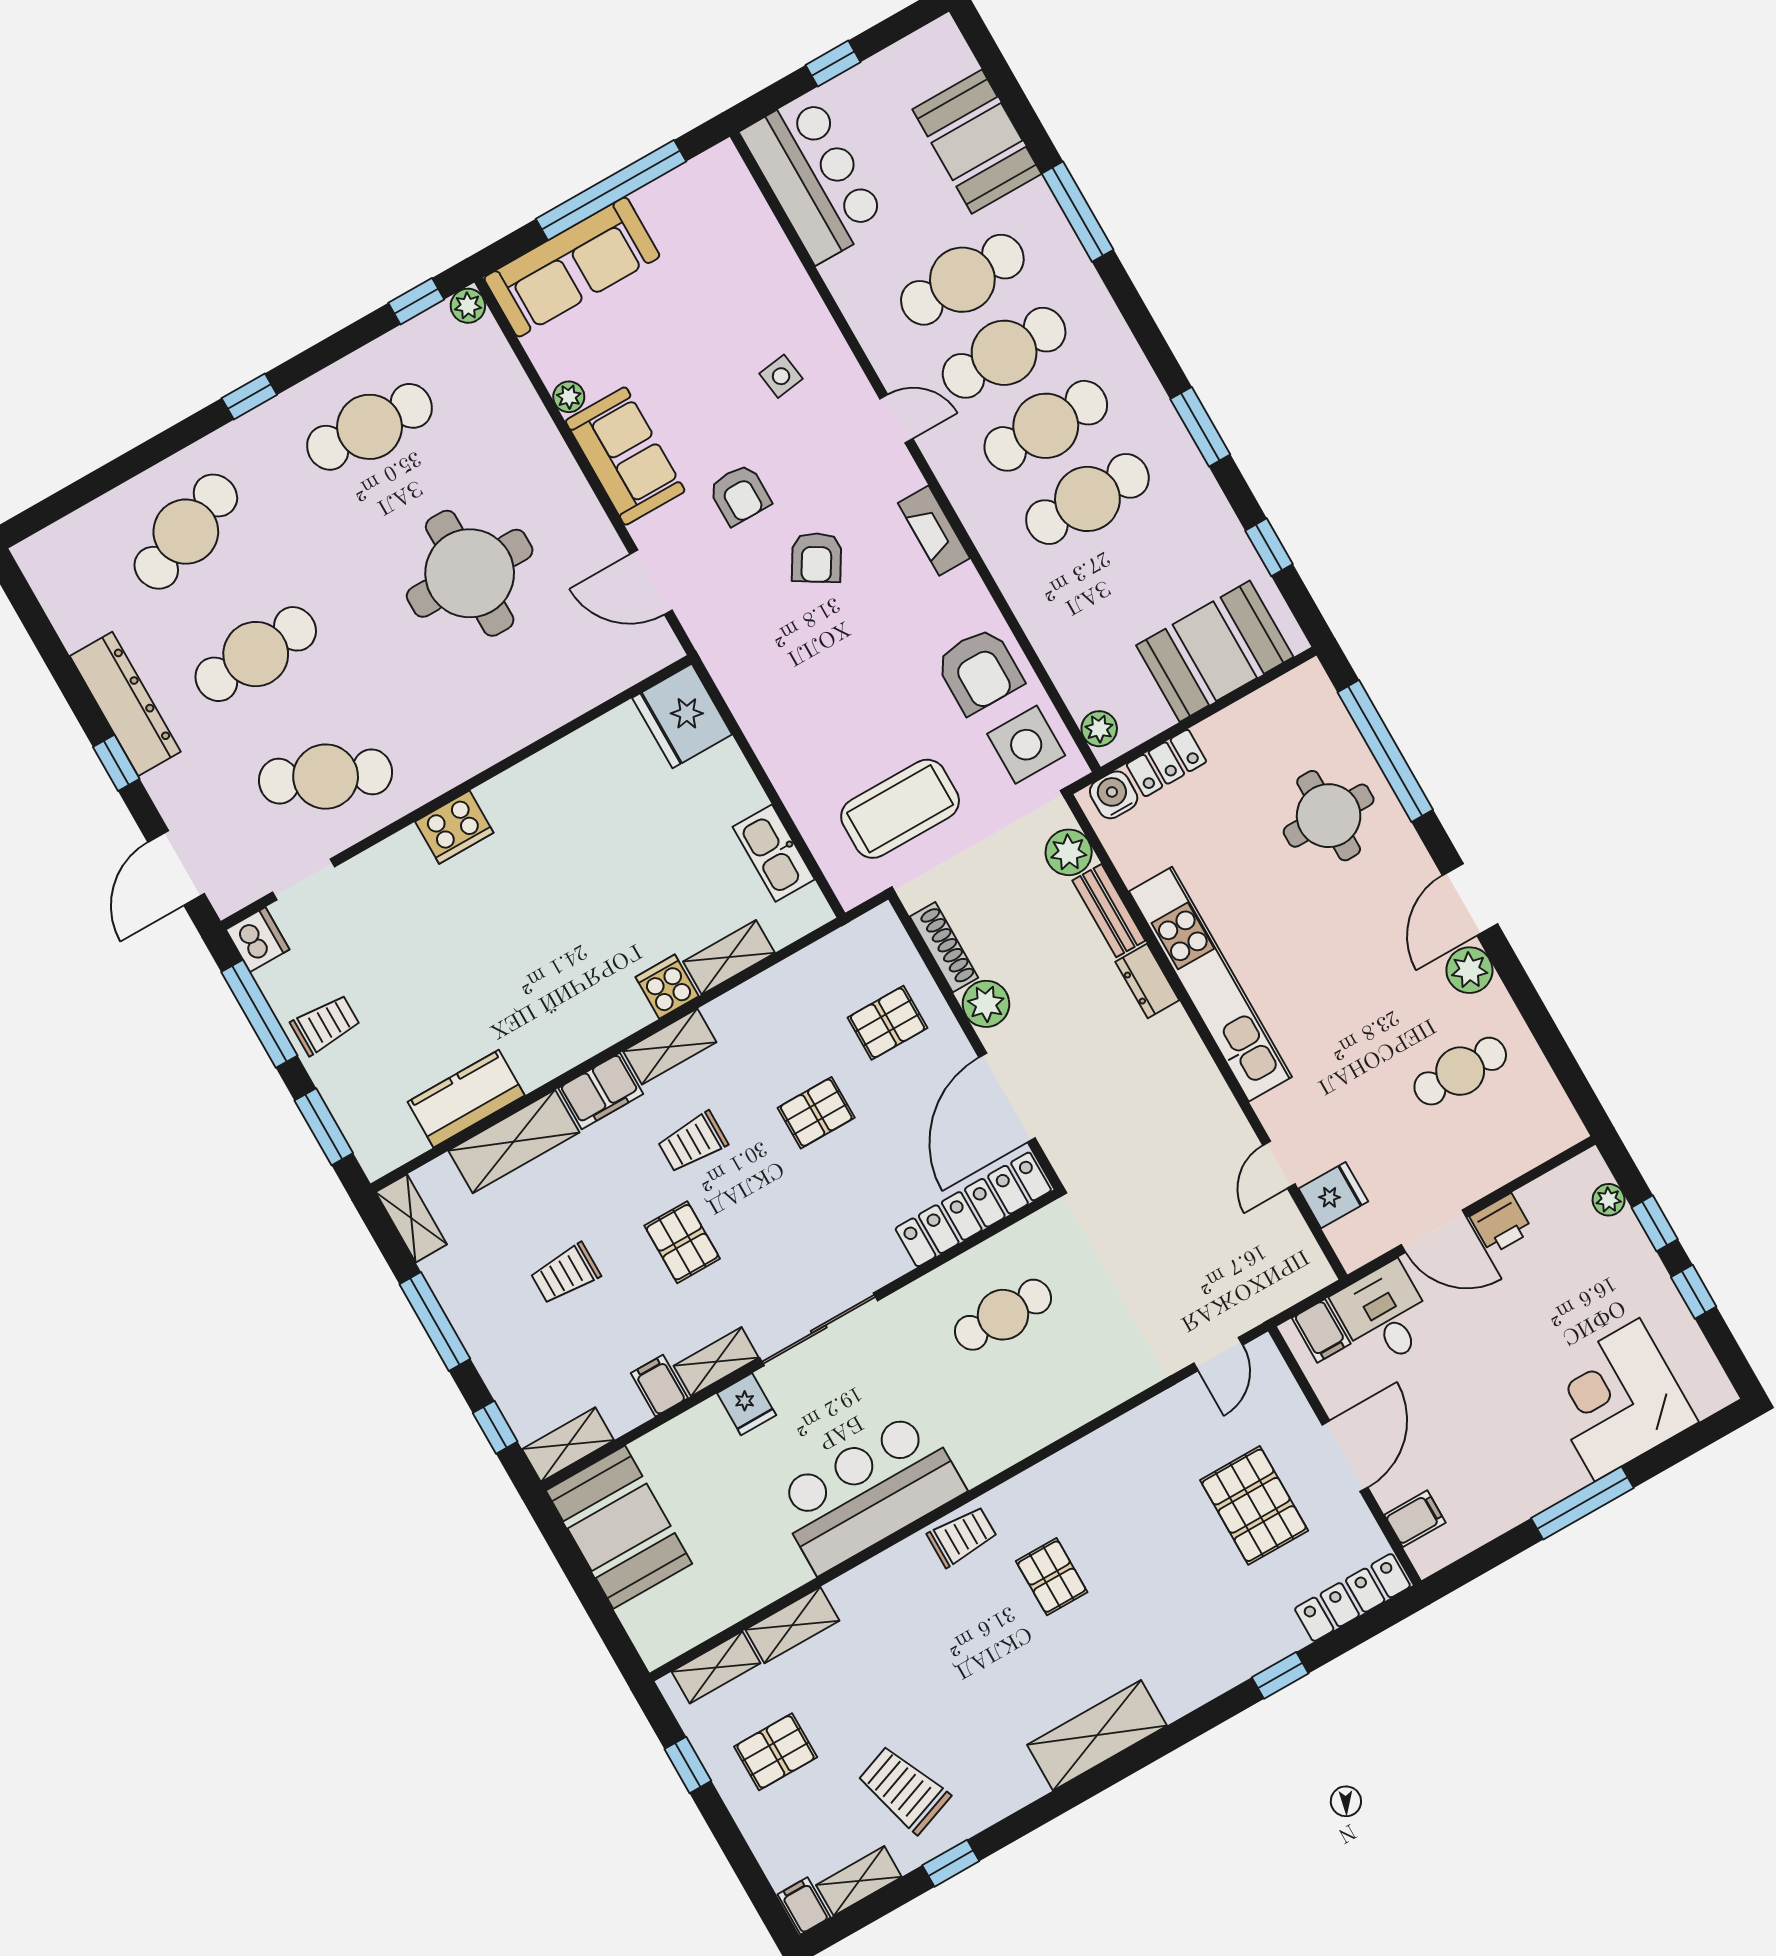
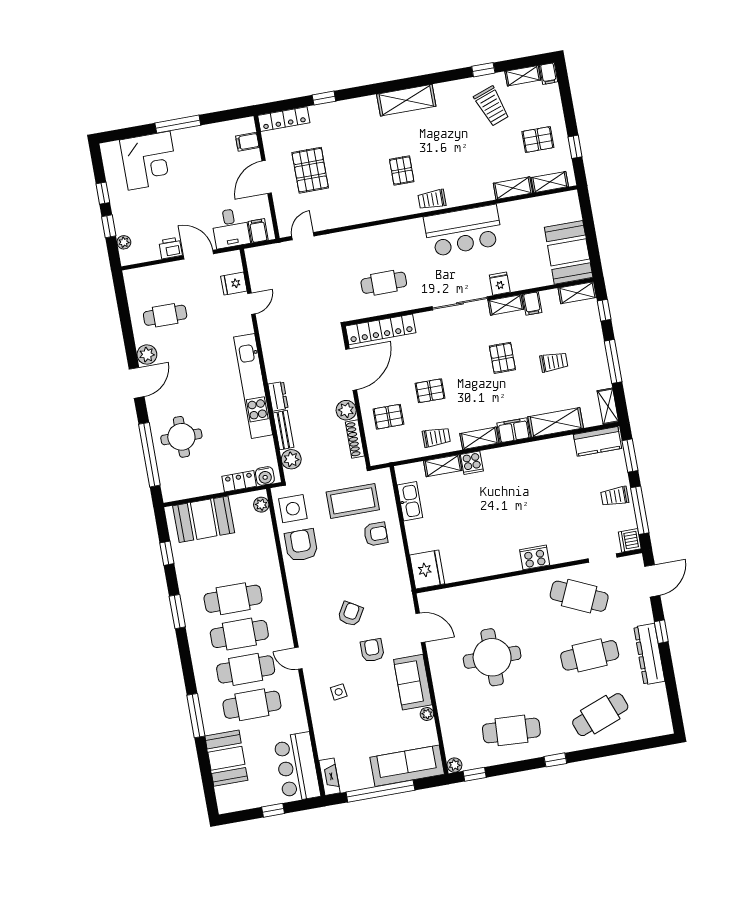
fireplace: (934, 531) -> (329, 777), moved
armchair: (824, 754) -> (376, 534), added
kitchen counter: (466, 1099) -> (597, 441), moved
trolley: (693, 1142) -> (436, 437), moved

